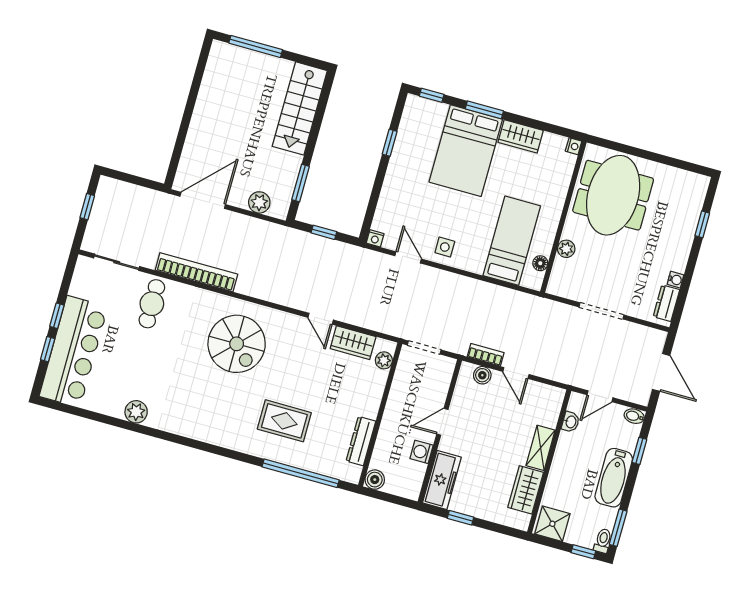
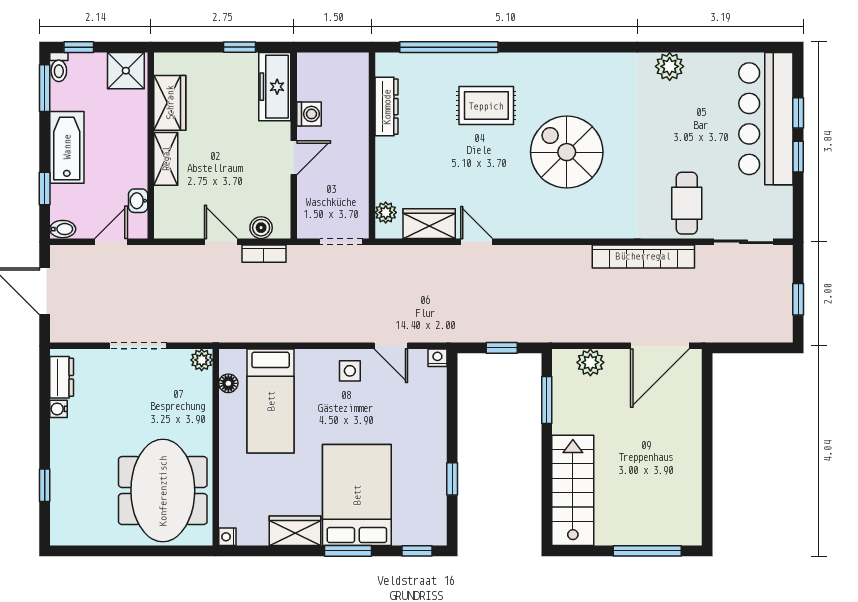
plant: (566, 249) -> (202, 360), moved
spiral stairs: (237, 344) -> (567, 152), moved
boiler: (375, 480) -> (357, 65), removed

